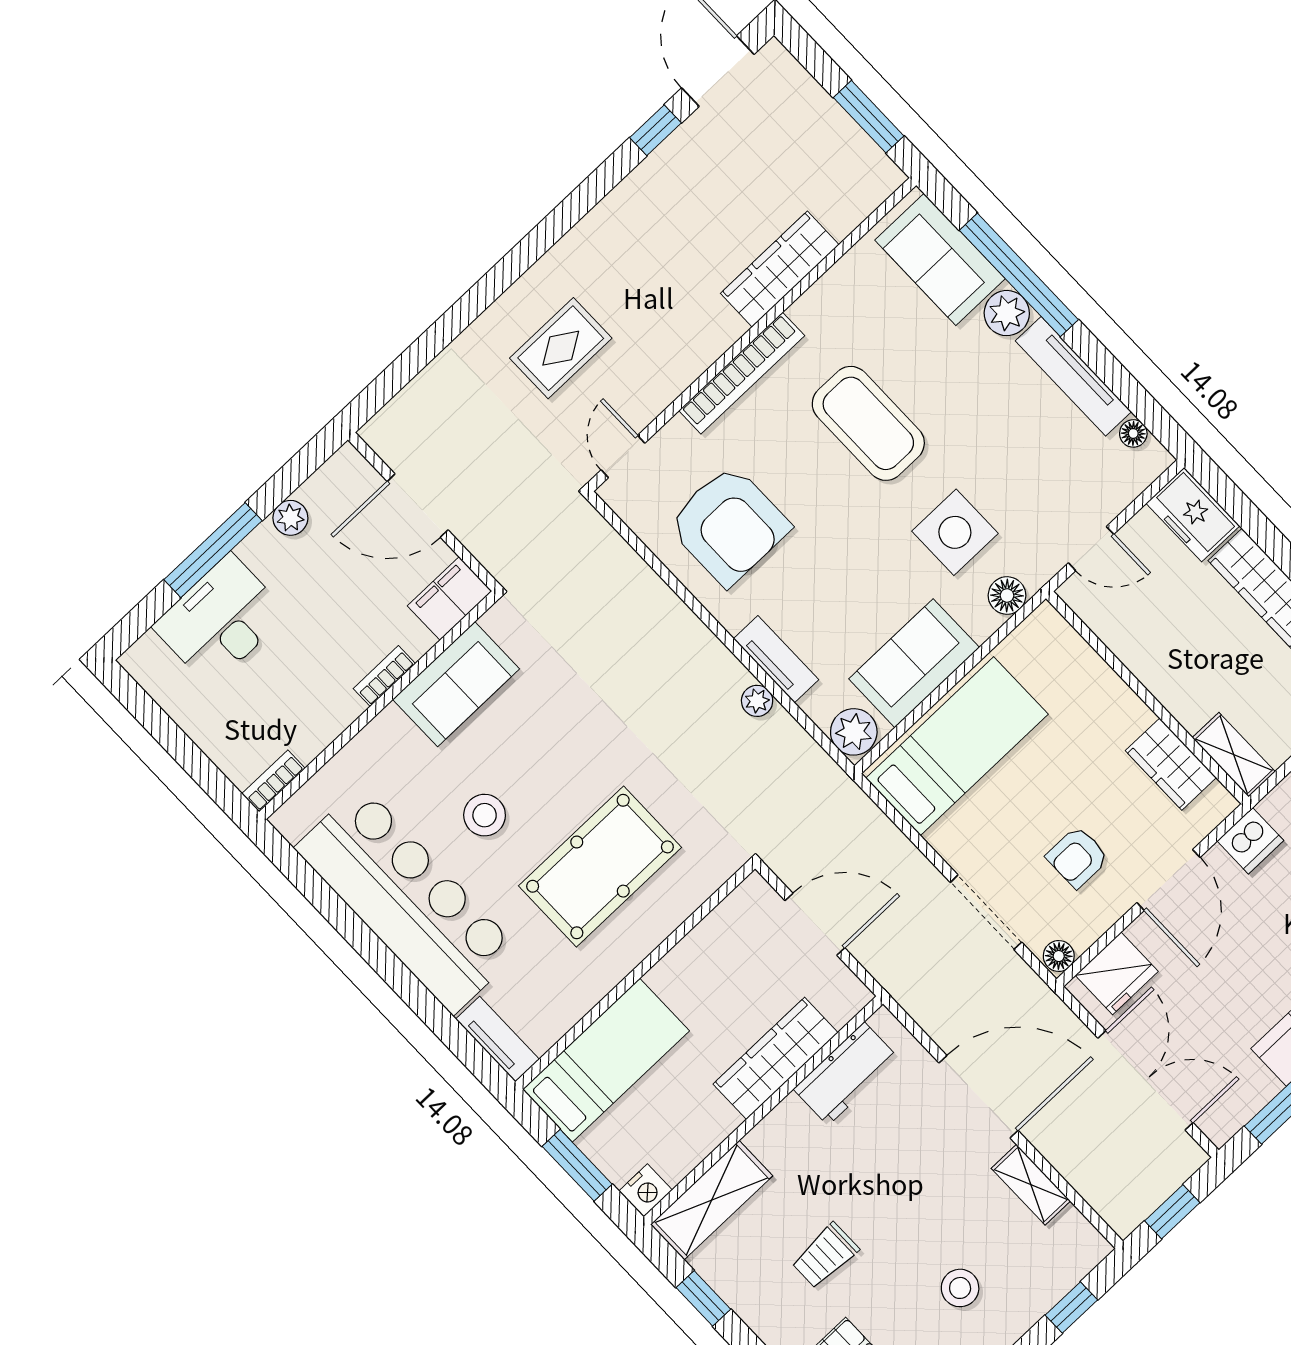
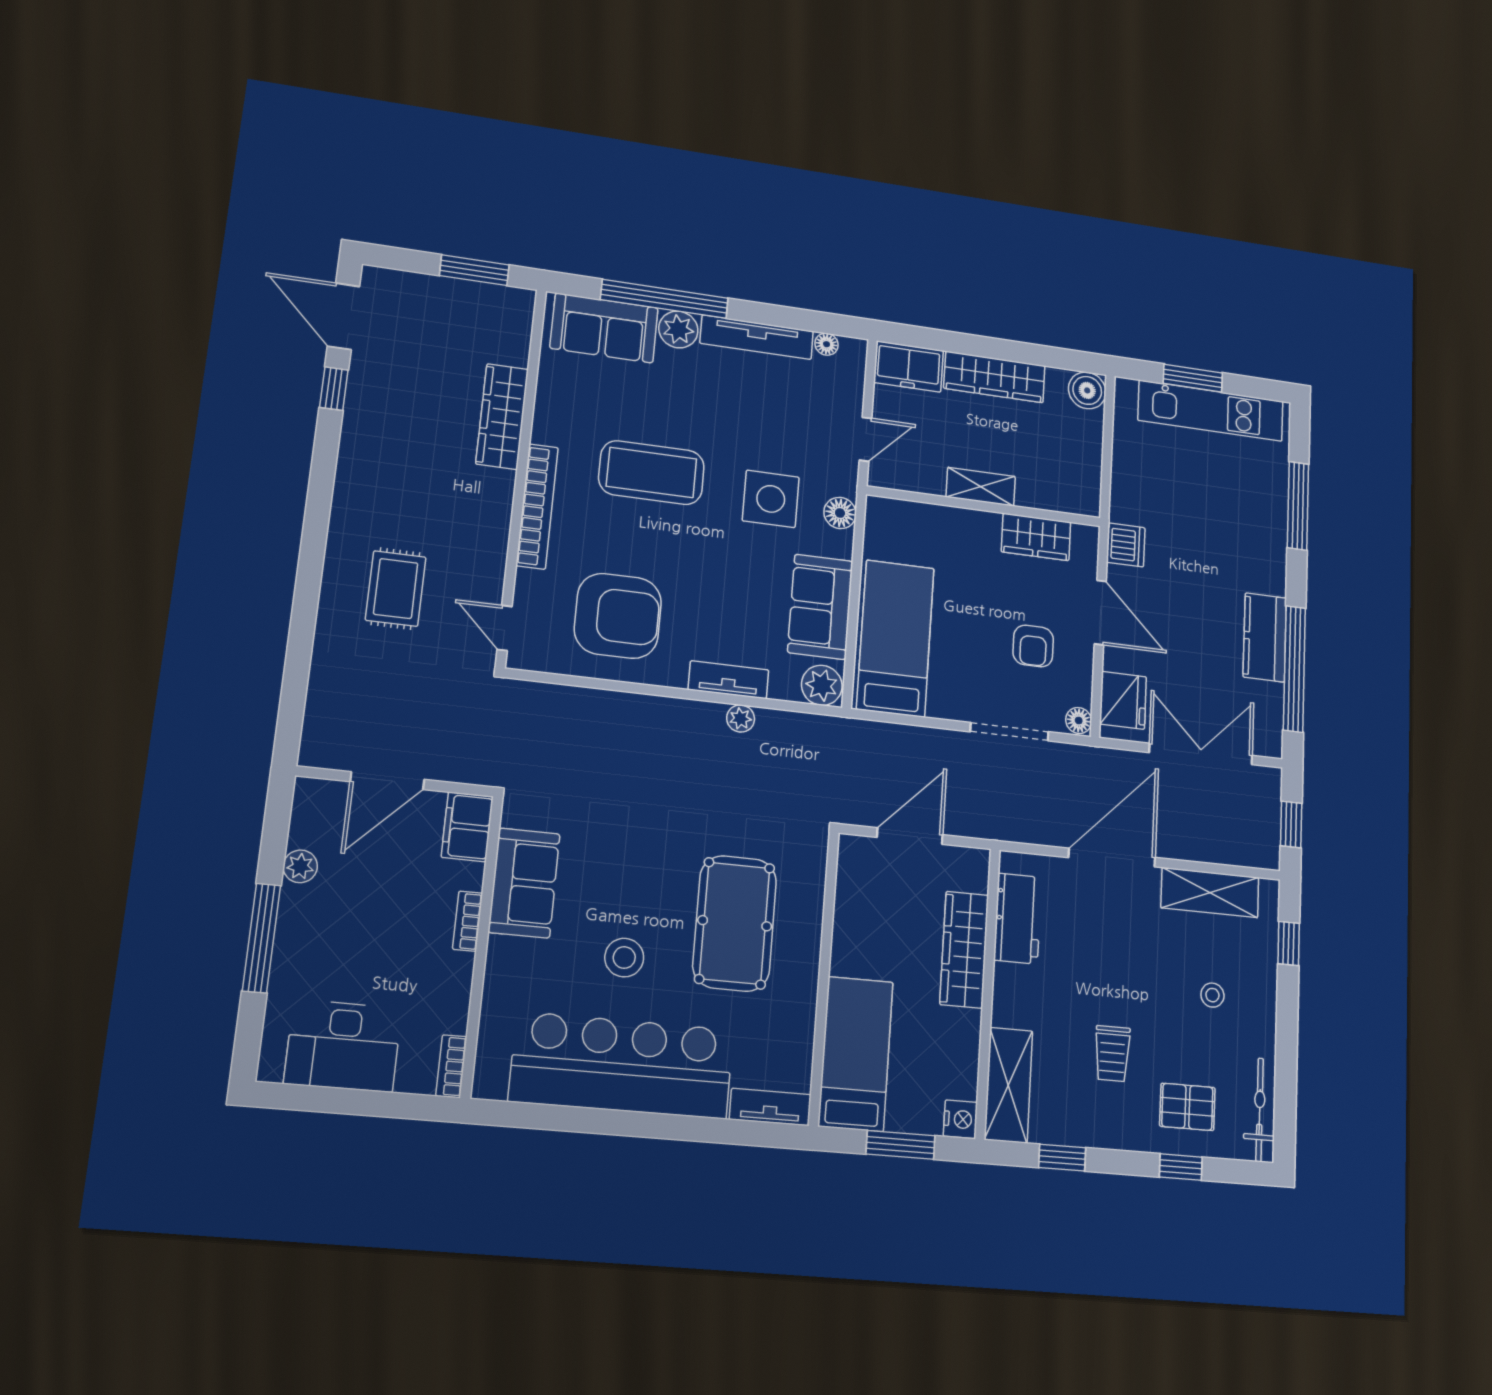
desk: (221, 620) -> (343, 1046), moved, turned -90
shelving: (1234, 755) -> (981, 487), moved
shelving: (1031, 1185) -> (1210, 893), width x1.50, depth x1.33
stool: (960, 1288) -> (1212, 995), width x0.73, depth x0.73

